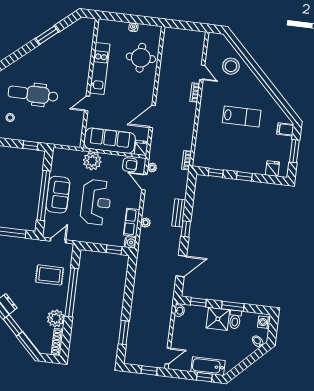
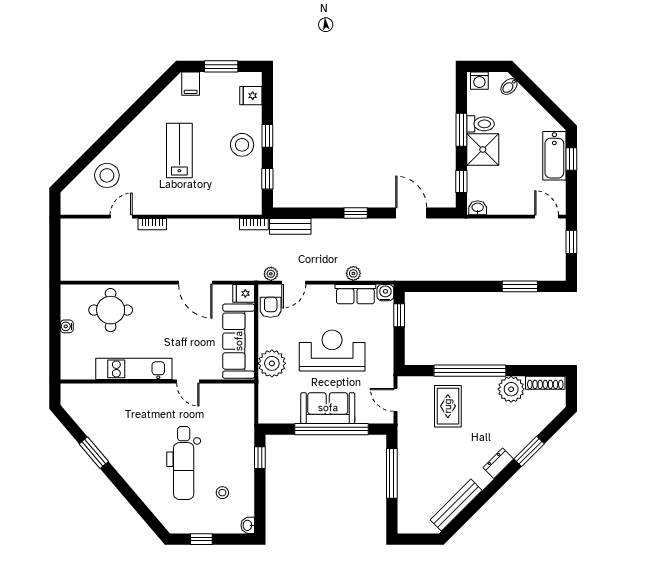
stool: (240, 159) -> (242, 145), added
bench: (179, 213) -> (290, 226), moved

